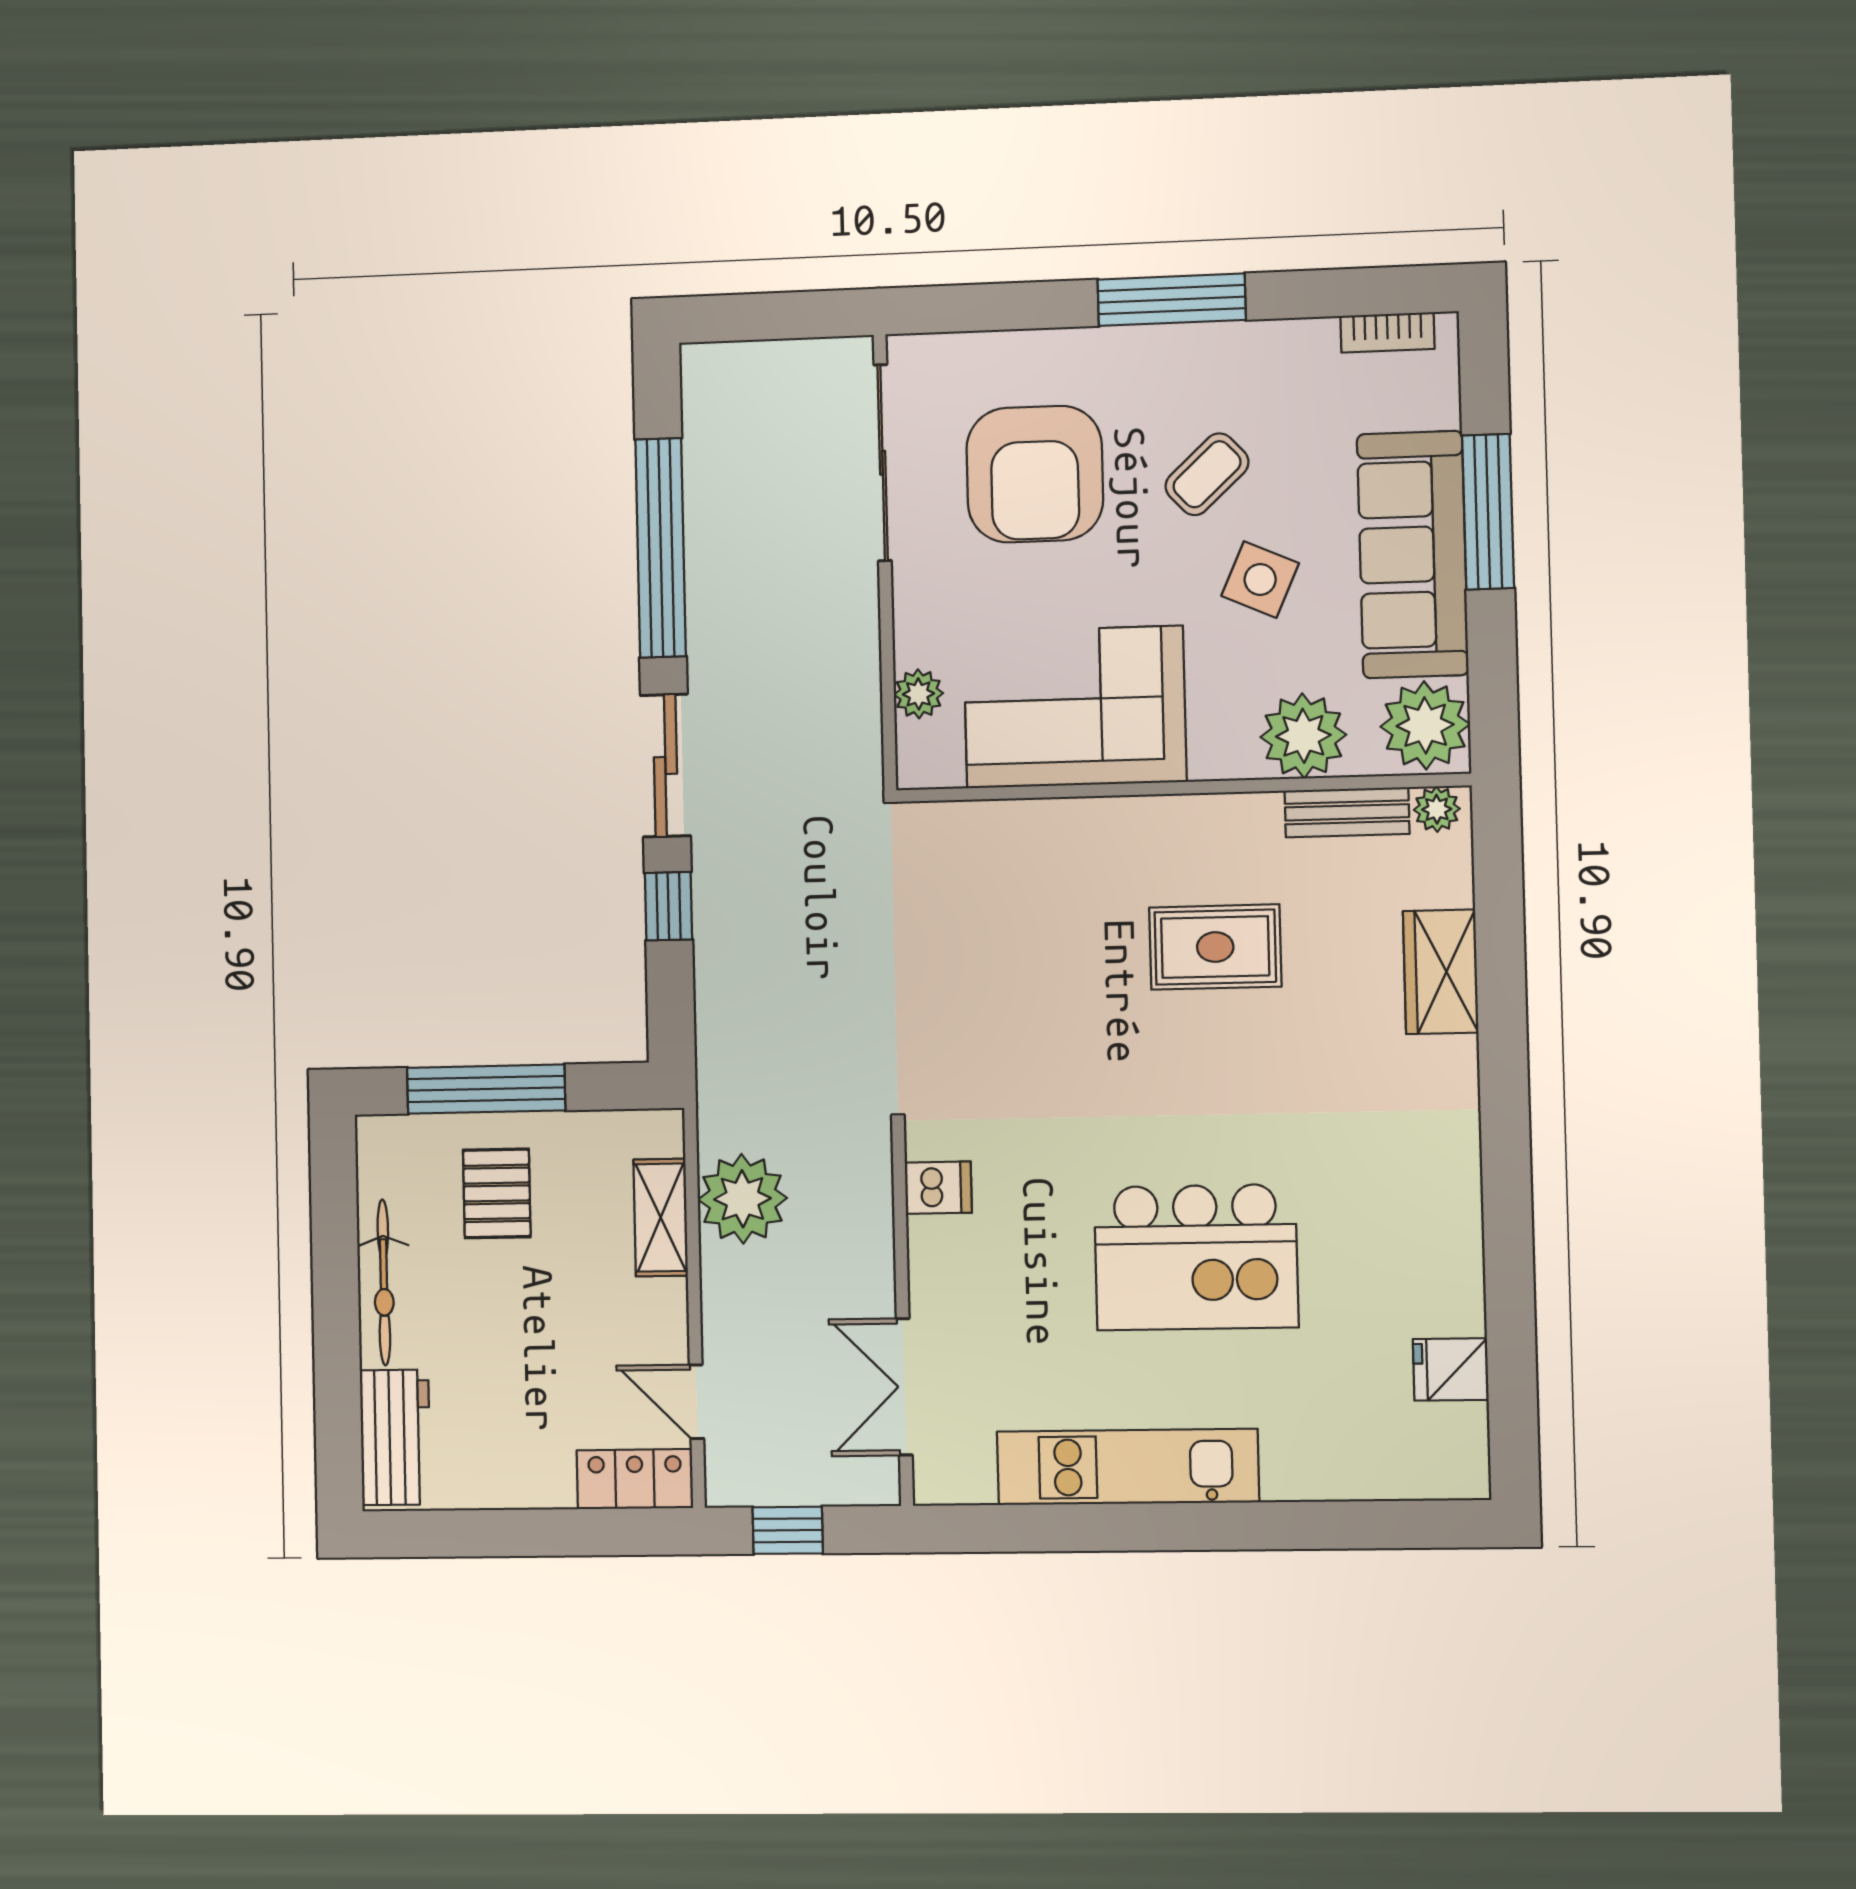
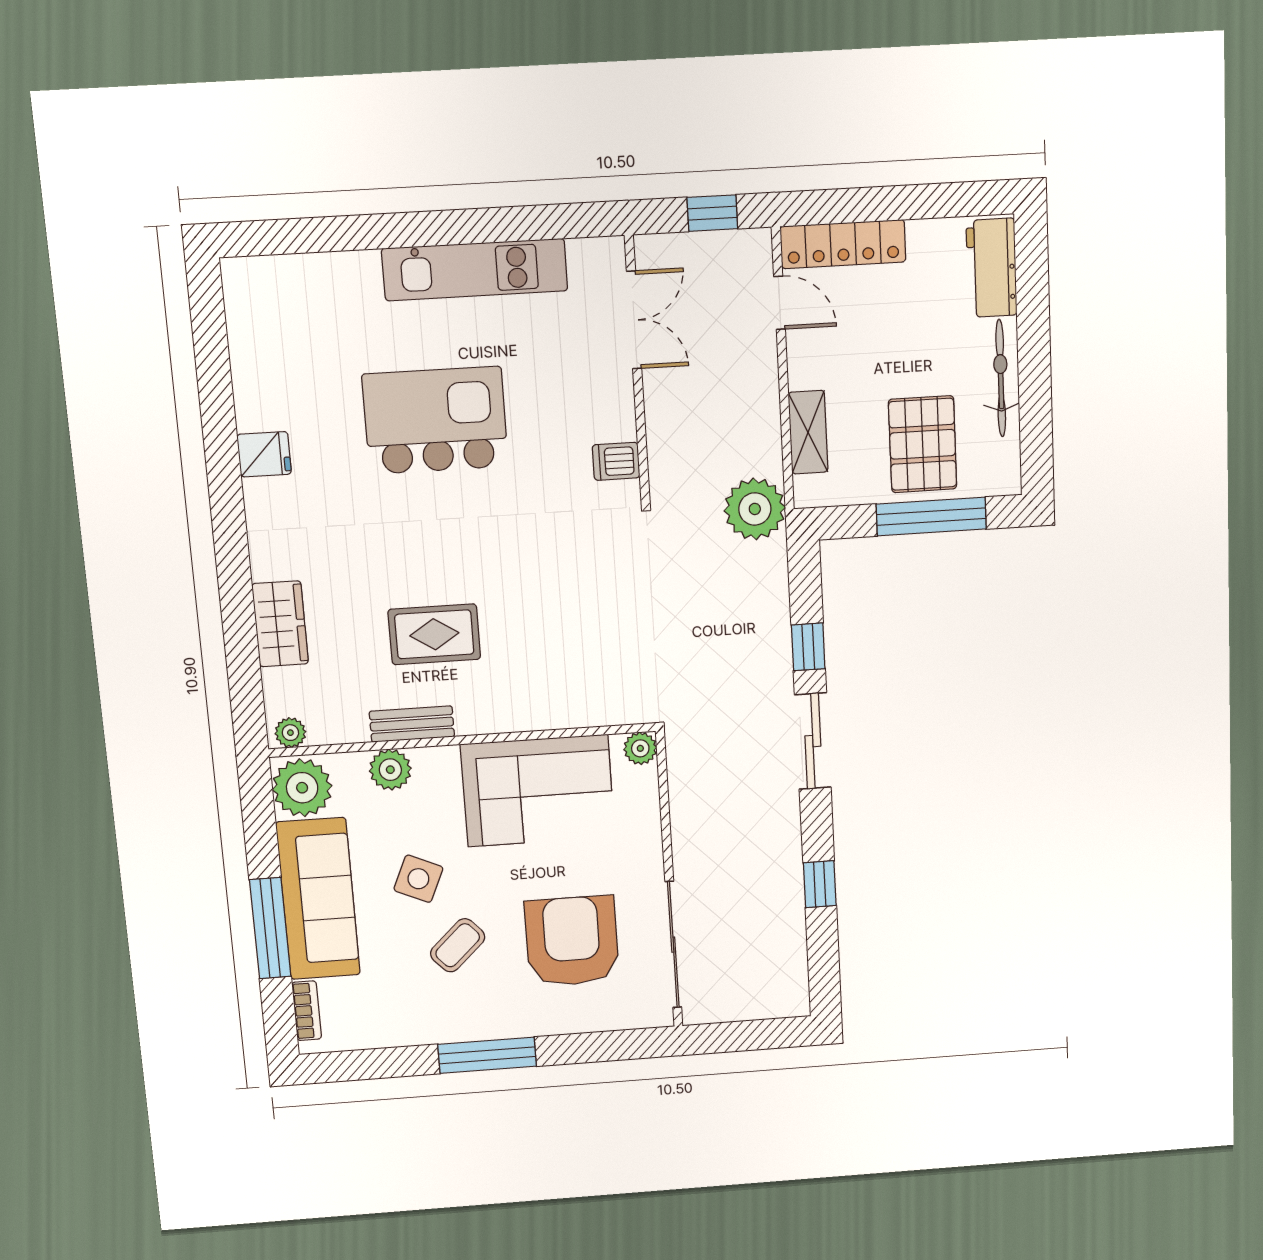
bookcase: (1387, 332) -> (307, 1011), moved, turned 90
window: (661, 548) -> (820, 884), width x0.32
plant: (919, 694) -> (640, 748), moved
plant: (1303, 736) -> (390, 770), width x0.73, depth x0.73
bench: (1347, 812) -> (412, 724), moved
pallet: (497, 1193) -> (923, 444), width x1.50, depth x1.42
plant: (742, 1199) -> (755, 509), moved
fridge: (1451, 1369) -> (264, 454), moved
locker: (635, 1479) -> (843, 244), width x1.53

